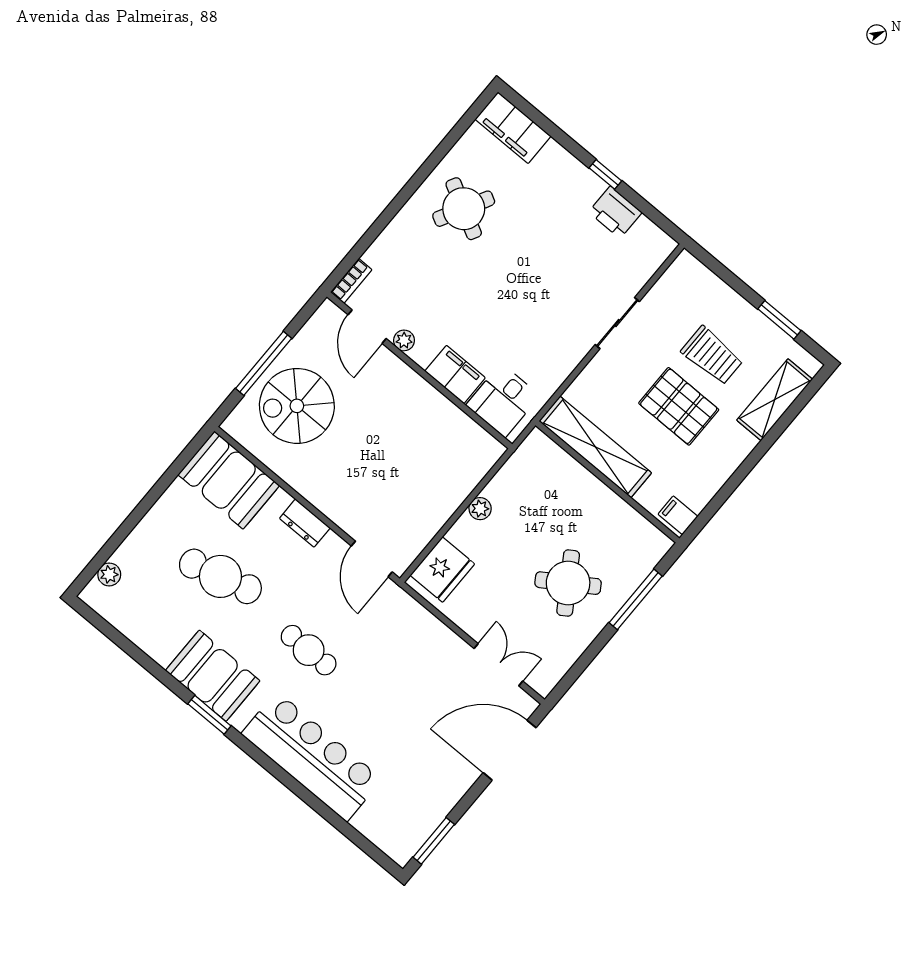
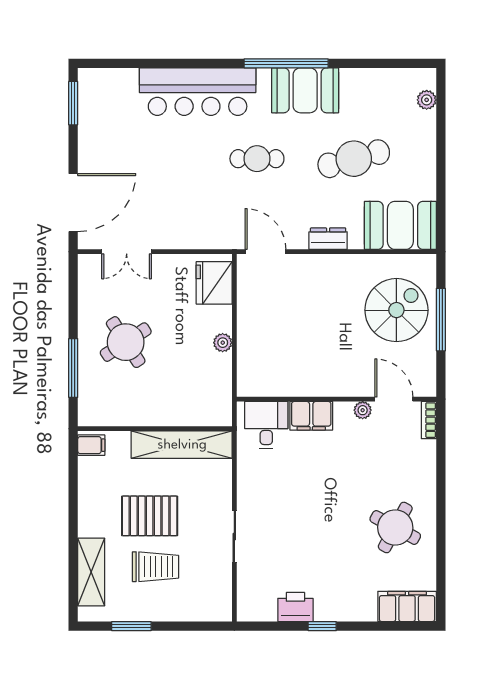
trolley: (712, 356) -> (155, 567), turned 180
window: (209, 715) -> (286, 63), width x2.11

